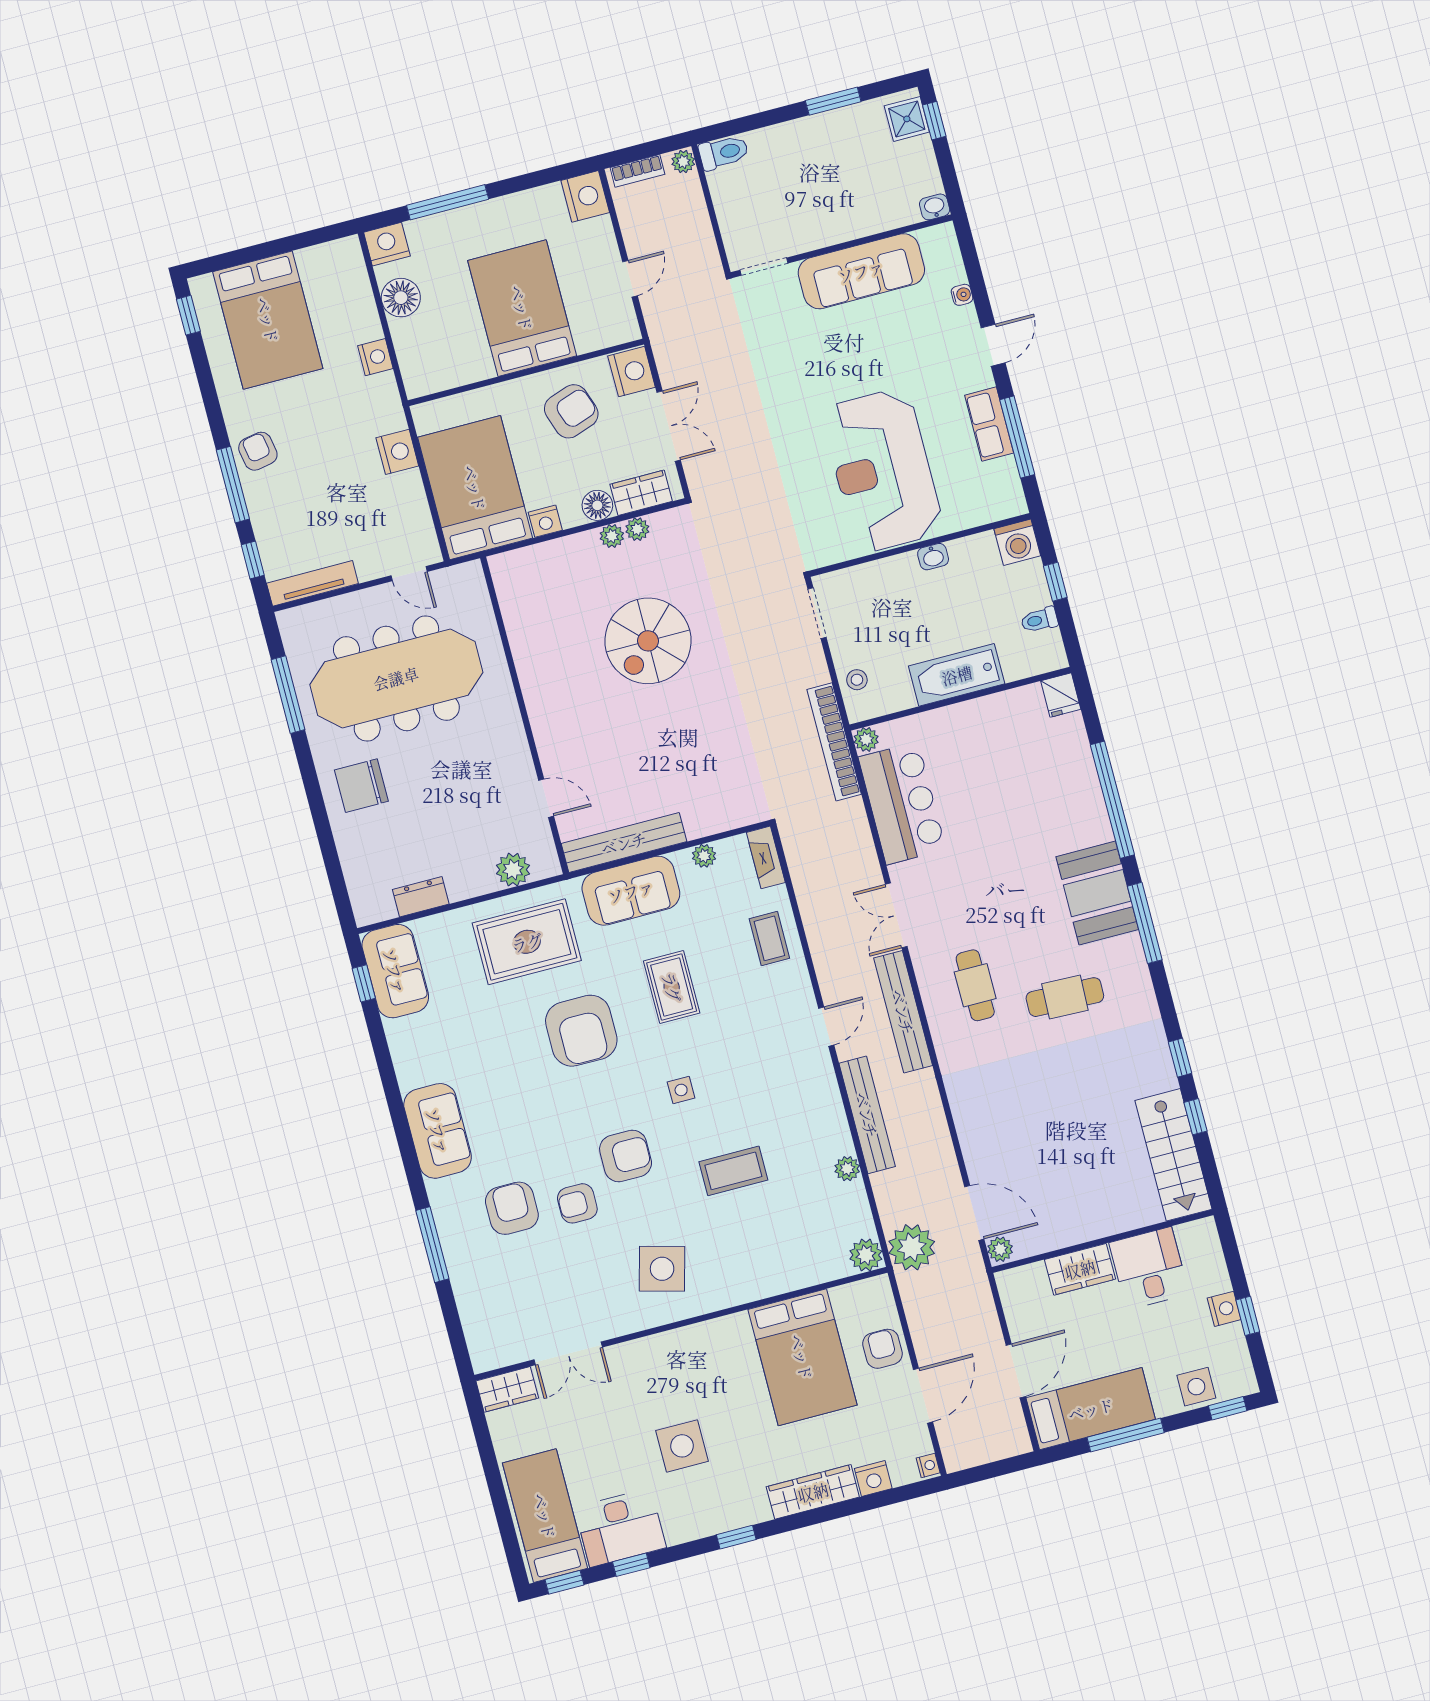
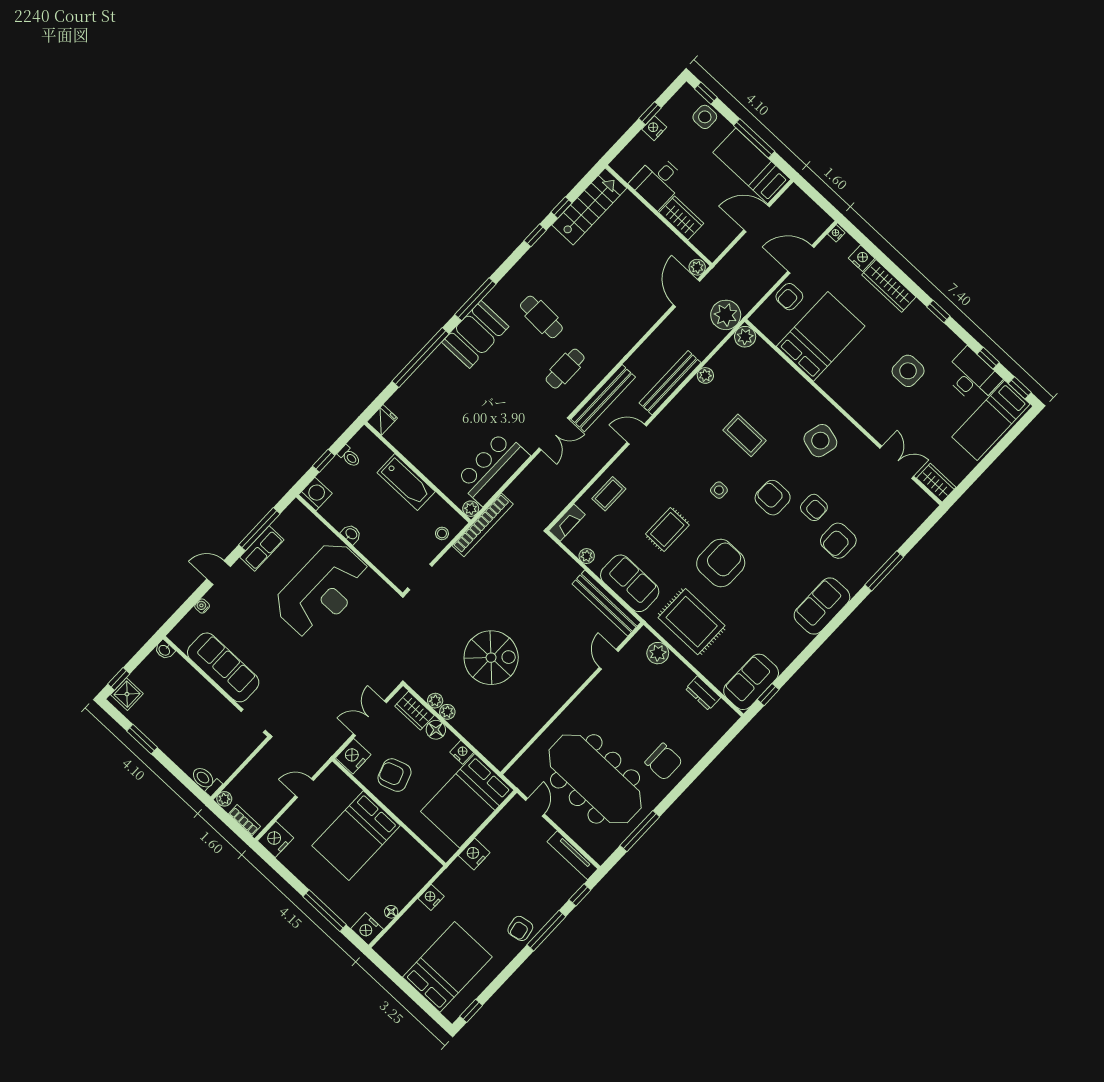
floor lamp: (401, 298) -> (391, 912), width x0.53, depth x0.53

